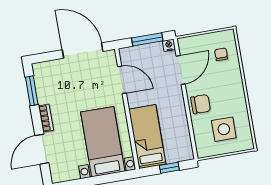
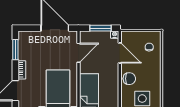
door: (181, 70) -> (120, 53), hinge flipped
door: (122, 80) -> (78, 53), hinge flipped

